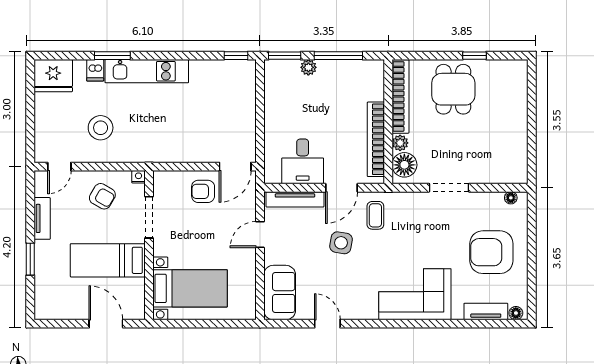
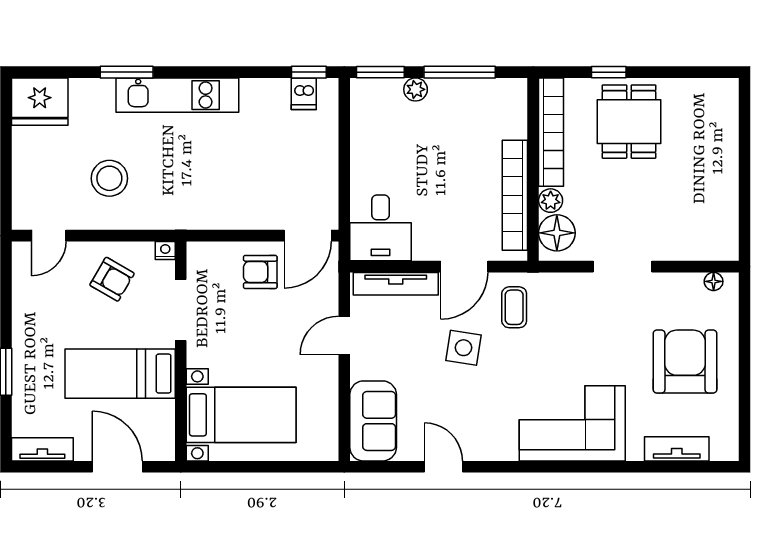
window: (474, 56) -> (609, 72), moved
dishwasher: (95, 70) -> (304, 94), moved
desk: (303, 161) -> (381, 228), moved
tv unit: (42, 218) -> (42, 449), moved, turned -90
armchair: (491, 252) -> (685, 362), turned 90
floor lamp: (516, 313) -> (721, 451), removed

